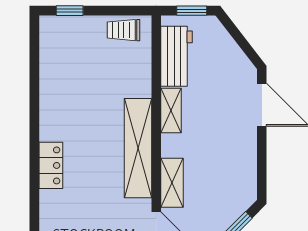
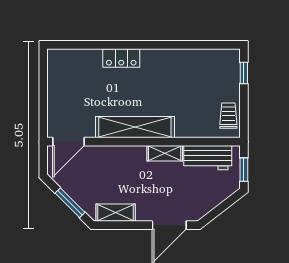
shelving: (172, 183) -> (116, 213), moved

